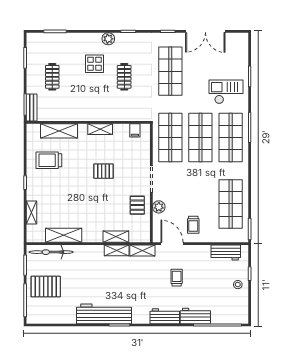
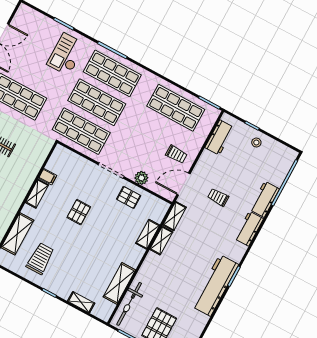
filing cabinet: (135, 130) -> (48, 177), moved
trolley: (49, 160) -> (40, 259), turned 180

